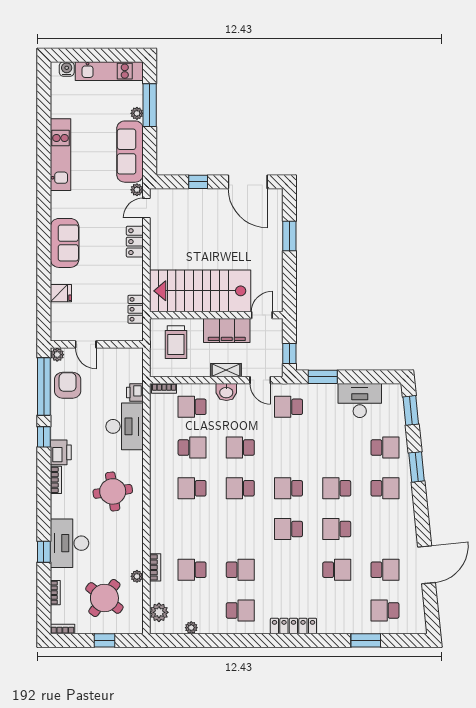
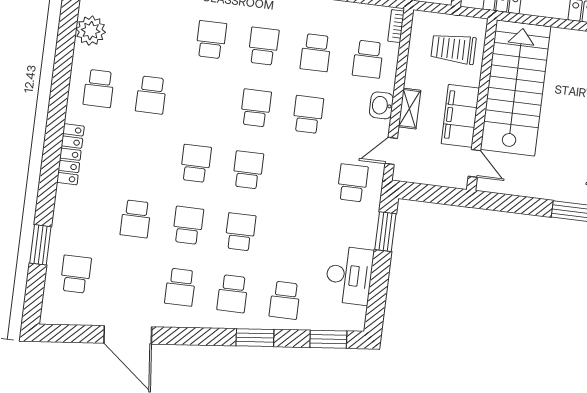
window: (289, 354) -> (421, 192), removed
school desk: (192, 407) -> (368, 59), turned 180
school desk: (192, 570) -> (211, 40), moved
school desk: (385, 570) -> (180, 287), moved
plant: (191, 628) -> (91, 31), width x1.88, depth x1.88

